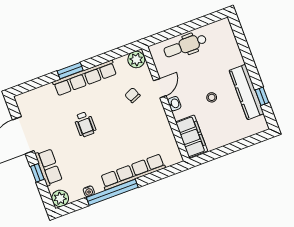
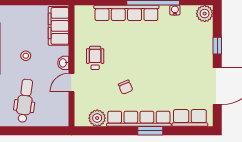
dental chair: (185, 46) -> (25, 101), moved, turned -82
plant: (136, 60) -> (97, 118), moved
chair: (133, 95) -> (126, 87), moved
wheelchair: (85, 124) -> (95, 58), moved
row of seats: (49, 167) -> (190, 118), moved, turned 90

